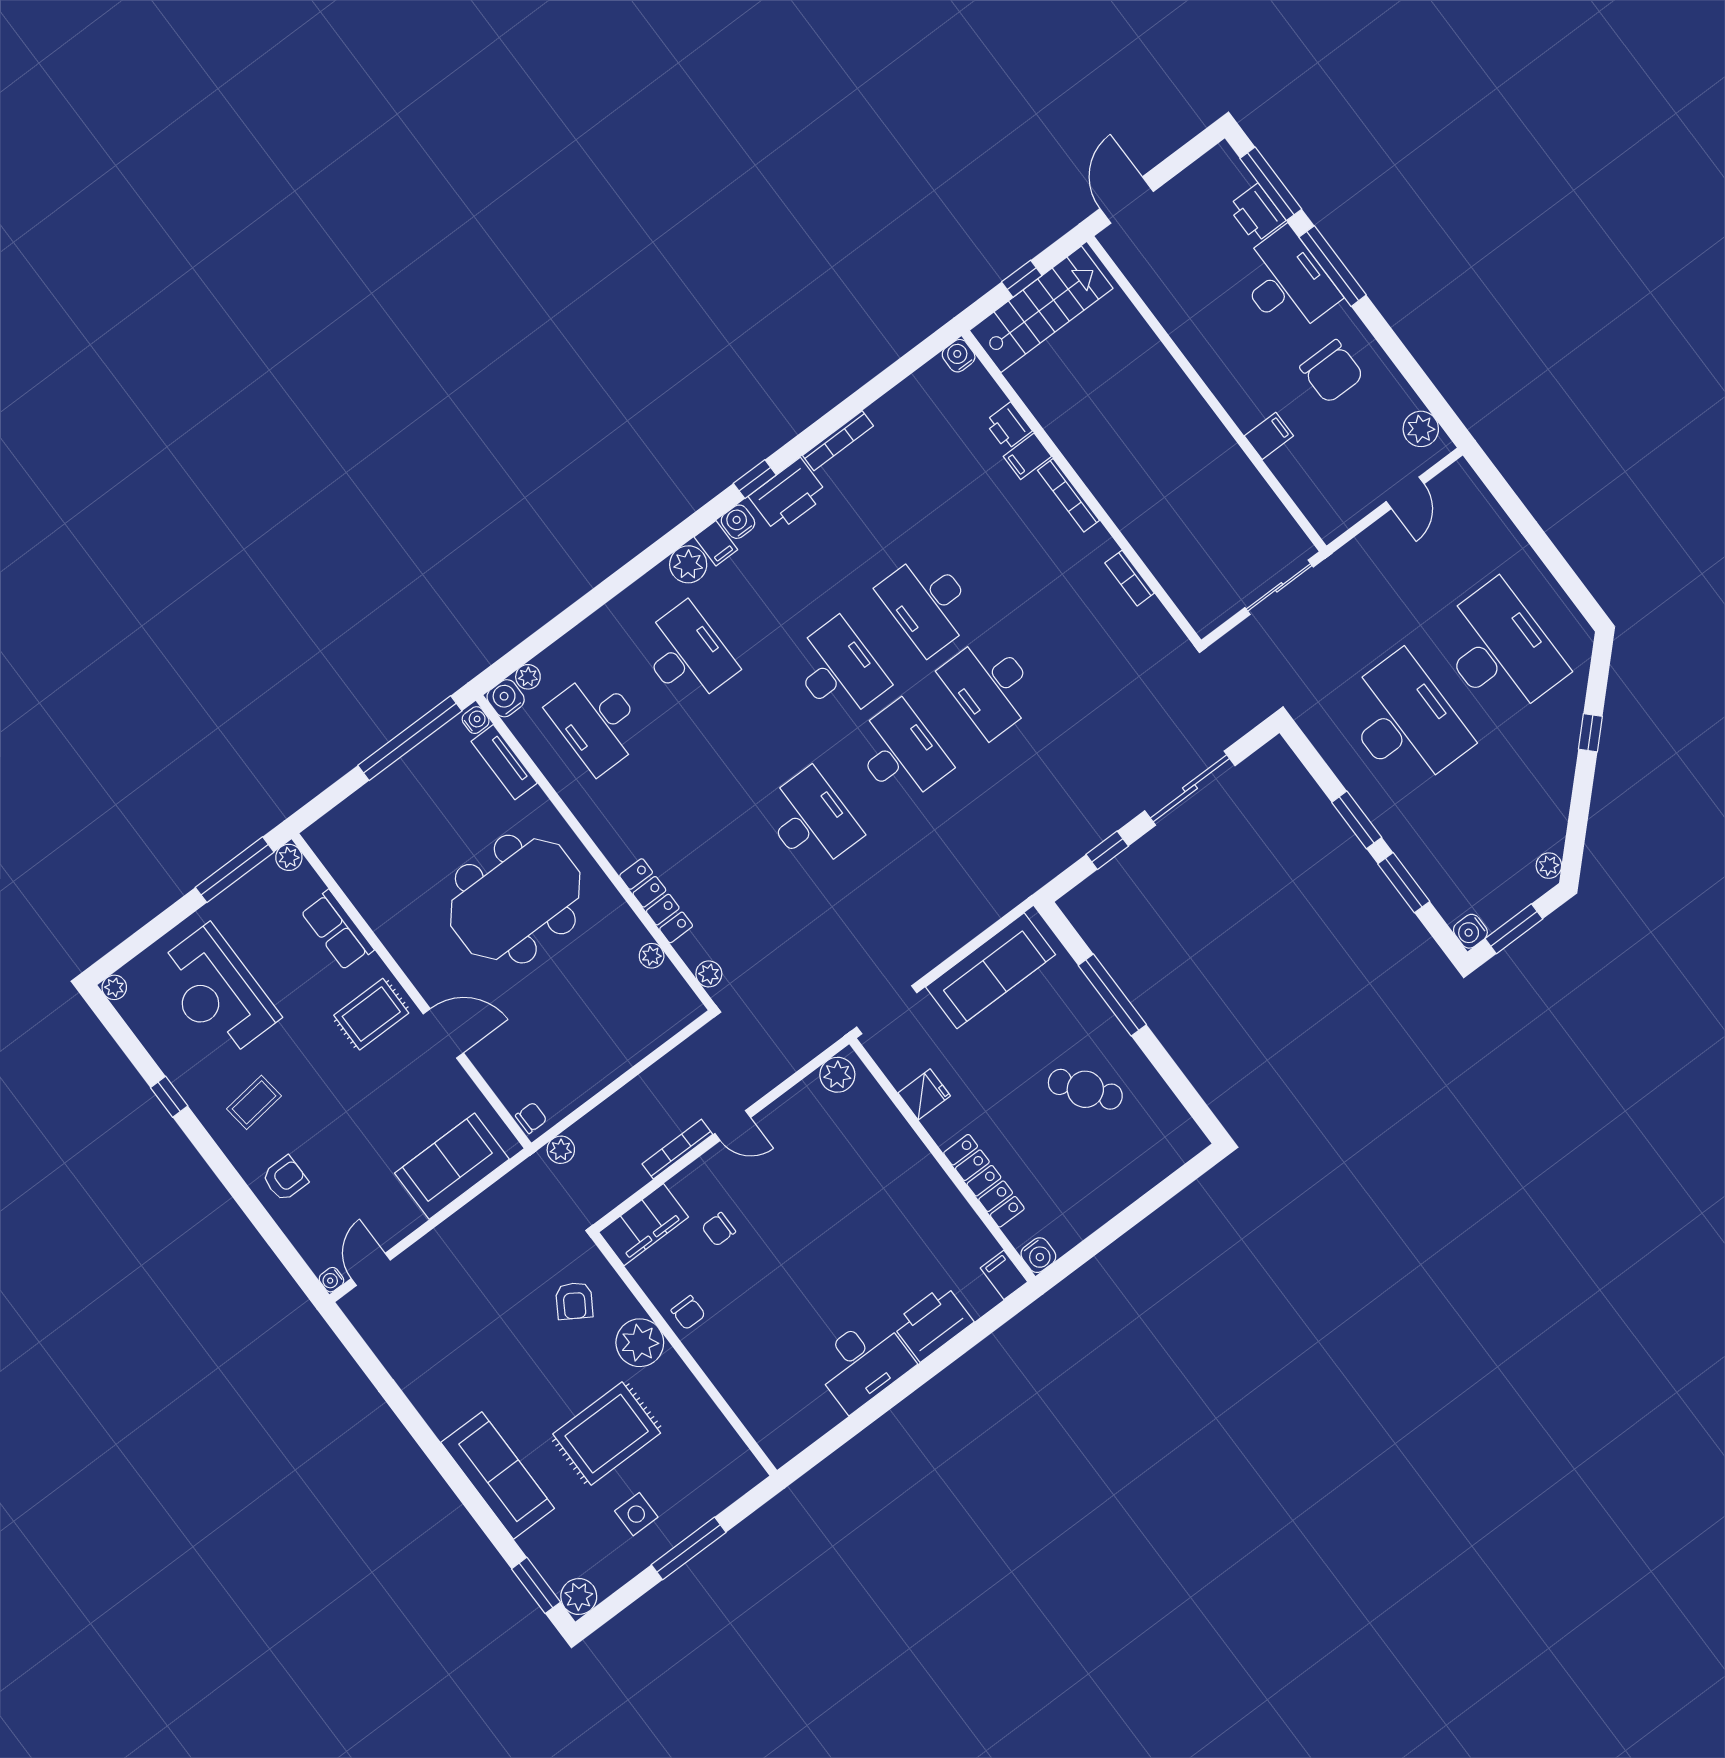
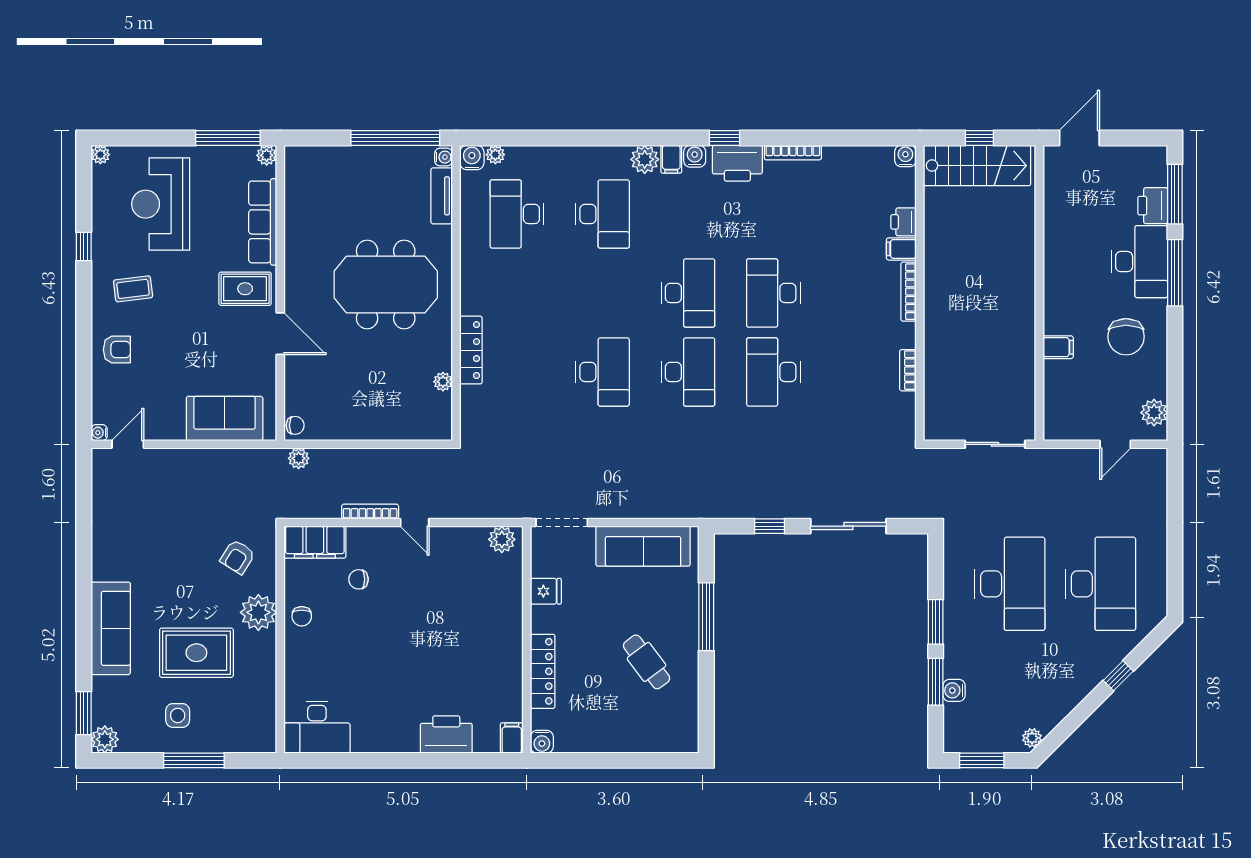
row of seats: (337, 930) -> (263, 222), width x1.48
water cooler: (1470, 931) -> (954, 690), moved
plant: (709, 974) -> (470, 419), removed
desk: (863, 1363) -> (317, 727), moved

